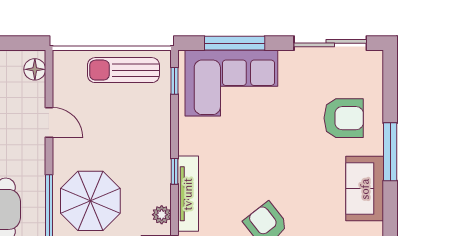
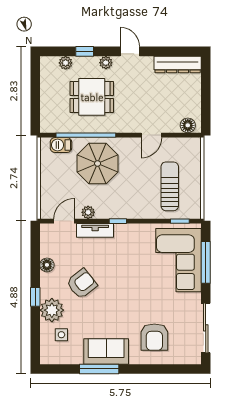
sun lounger: (123, 70) -> (170, 186), moved
window: (390, 152) -> (99, 369), moved
tv unit: (188, 194) -> (95, 230), width x0.71

